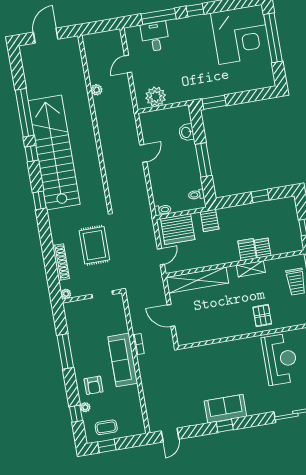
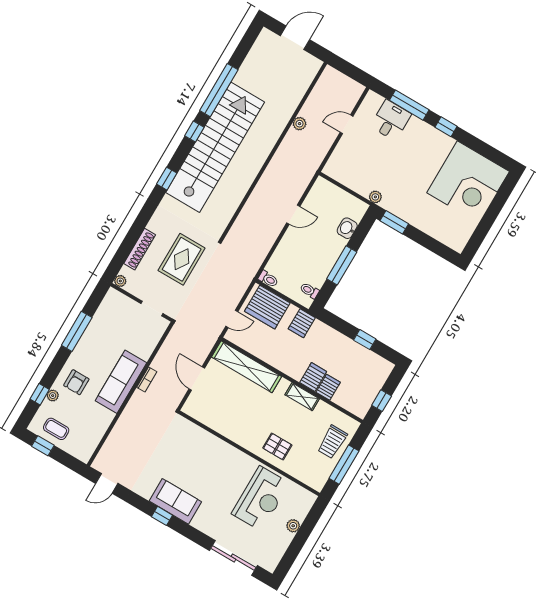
window: (273, 38) -> (494, 209), removed
plant: (156, 97) -> (375, 197), moved, width x0.53, depth x0.53
pallet: (262, 316) -> (277, 447), turned 90

